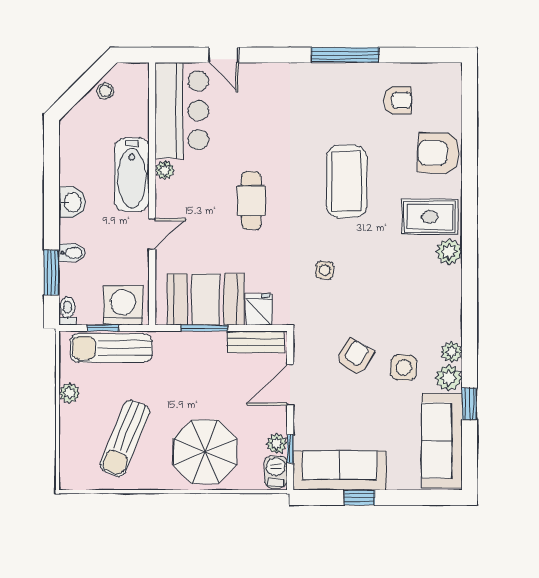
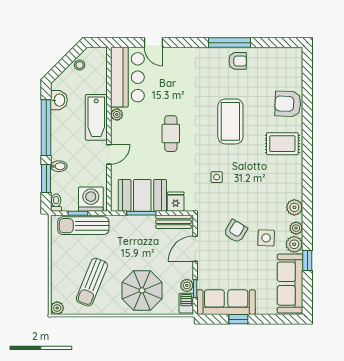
armchair: (398, 100) -> (238, 61), moved
window: (52, 191) -> (46, 128), added
washbasin: (72, 202) -> (59, 100), moved
plant: (449, 252) -> (294, 207), moved
plant: (69, 393) -> (57, 308), moved

